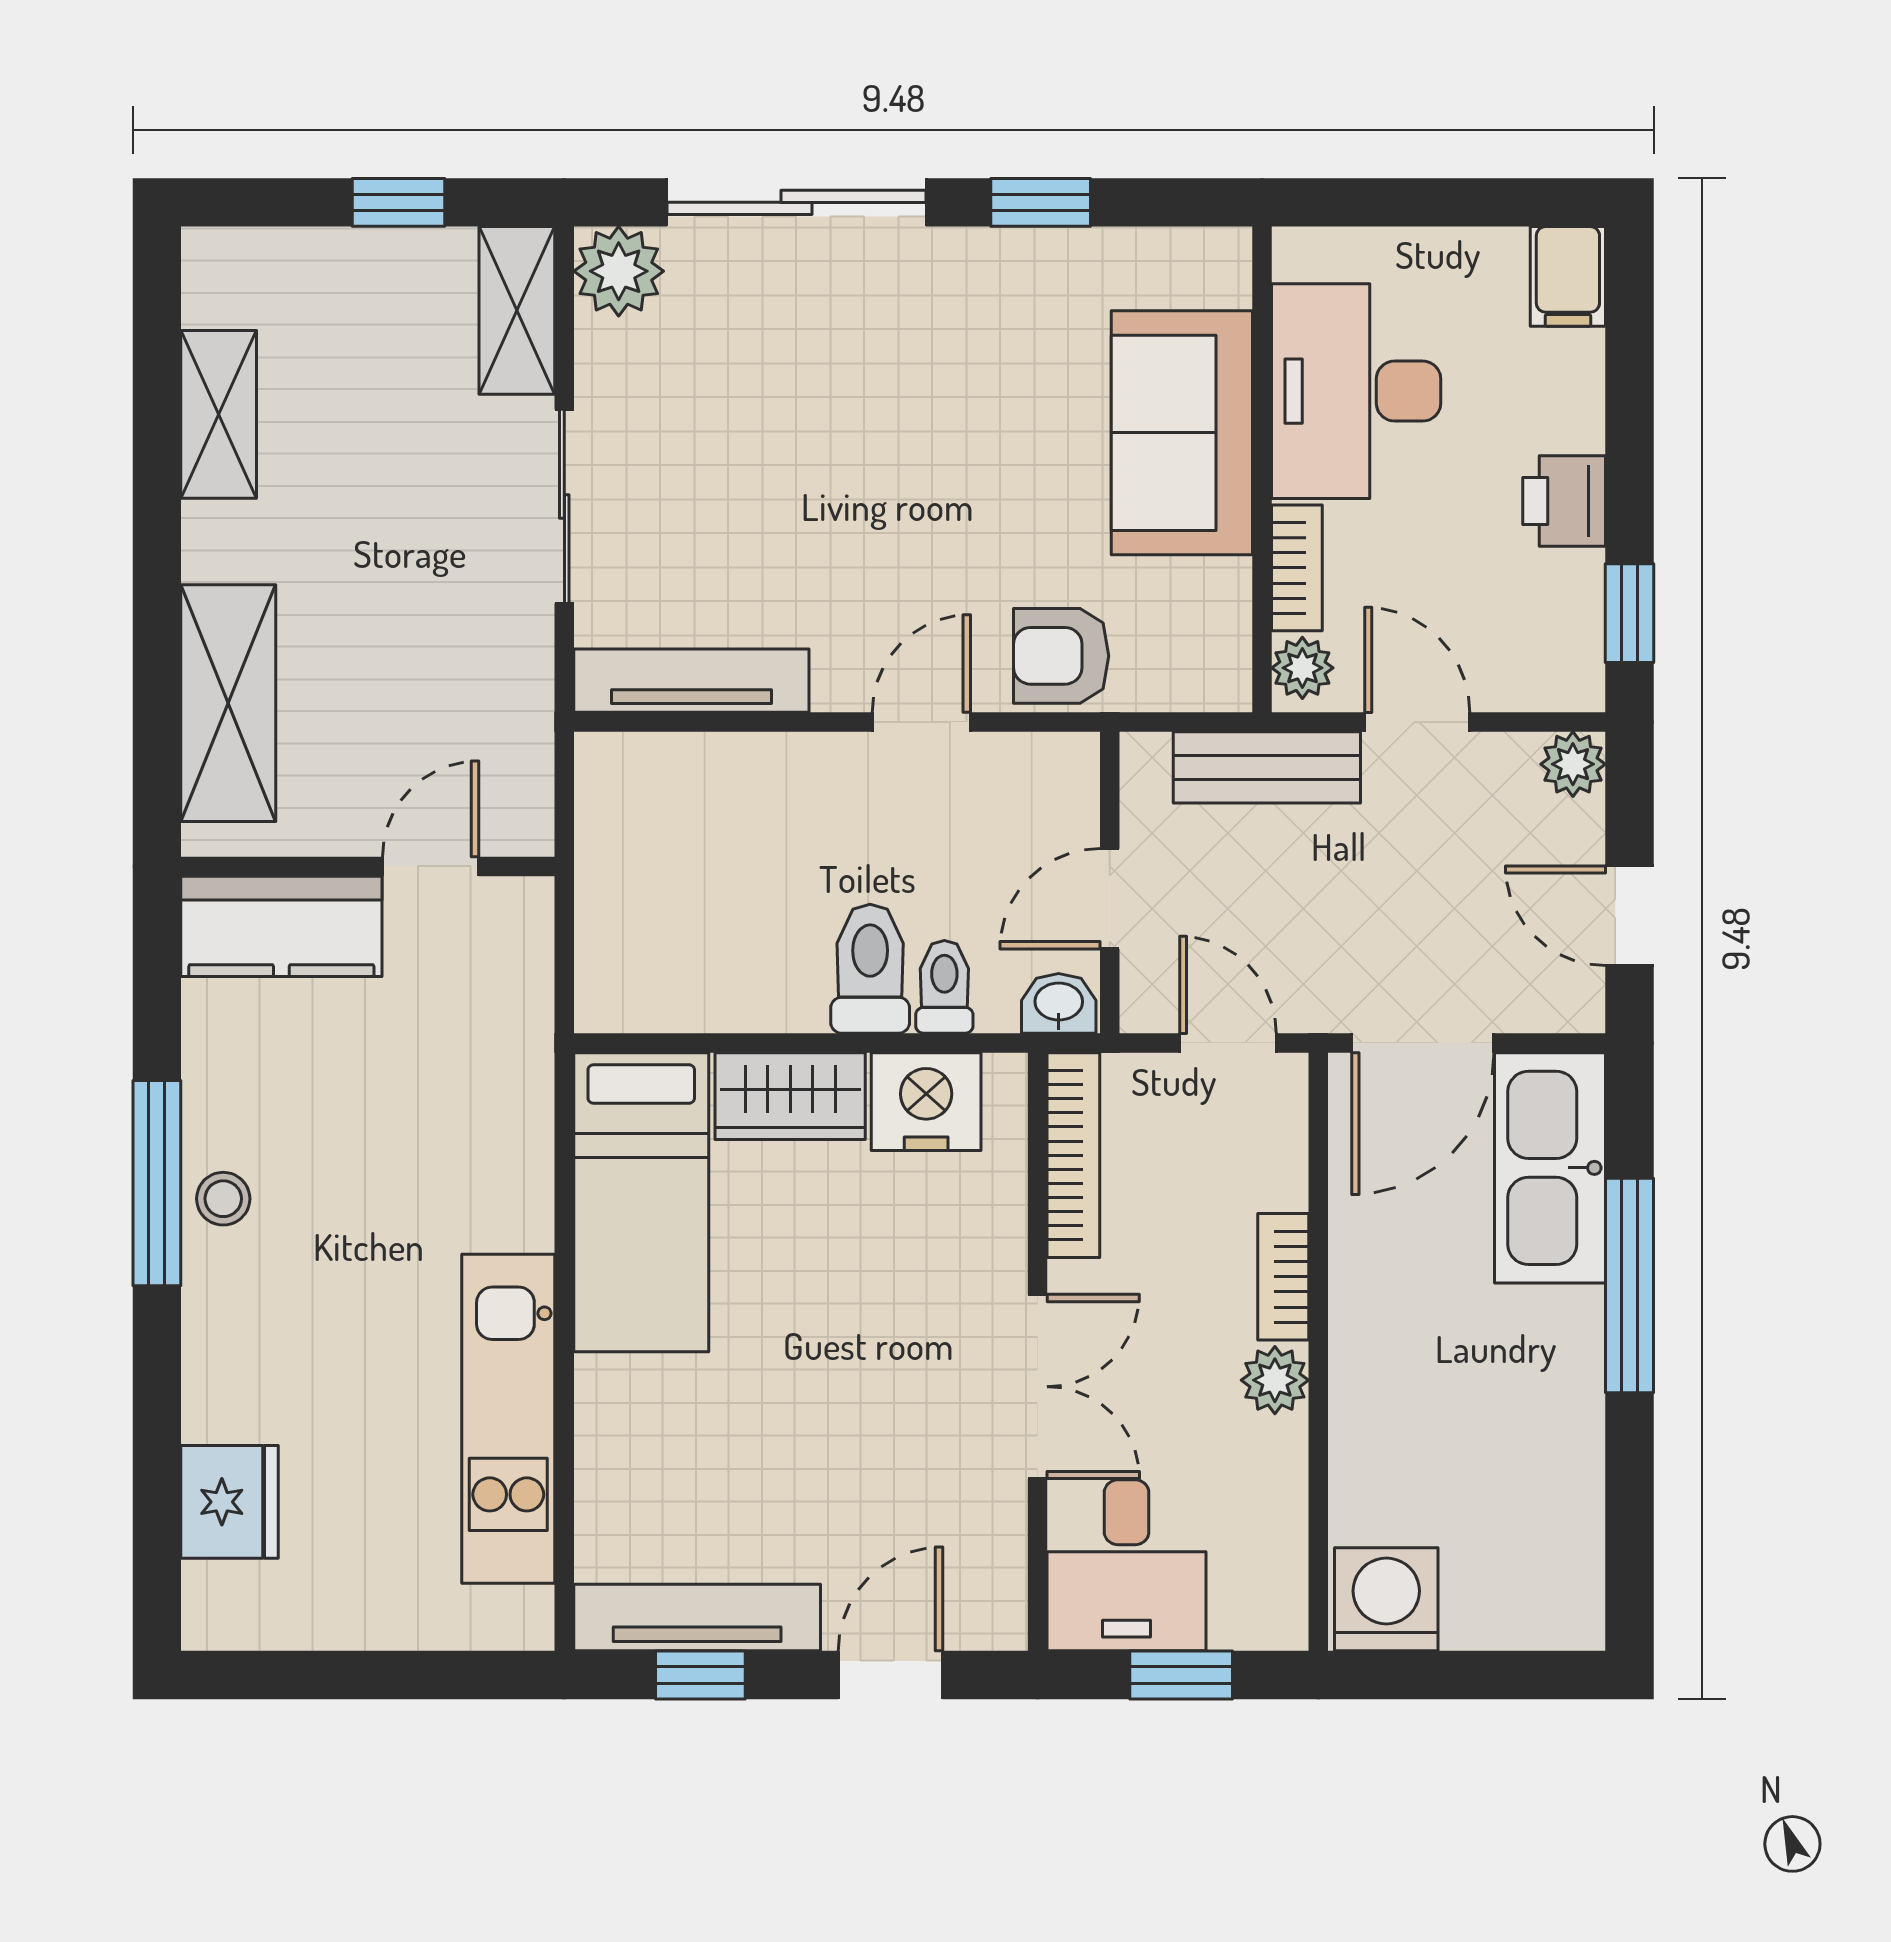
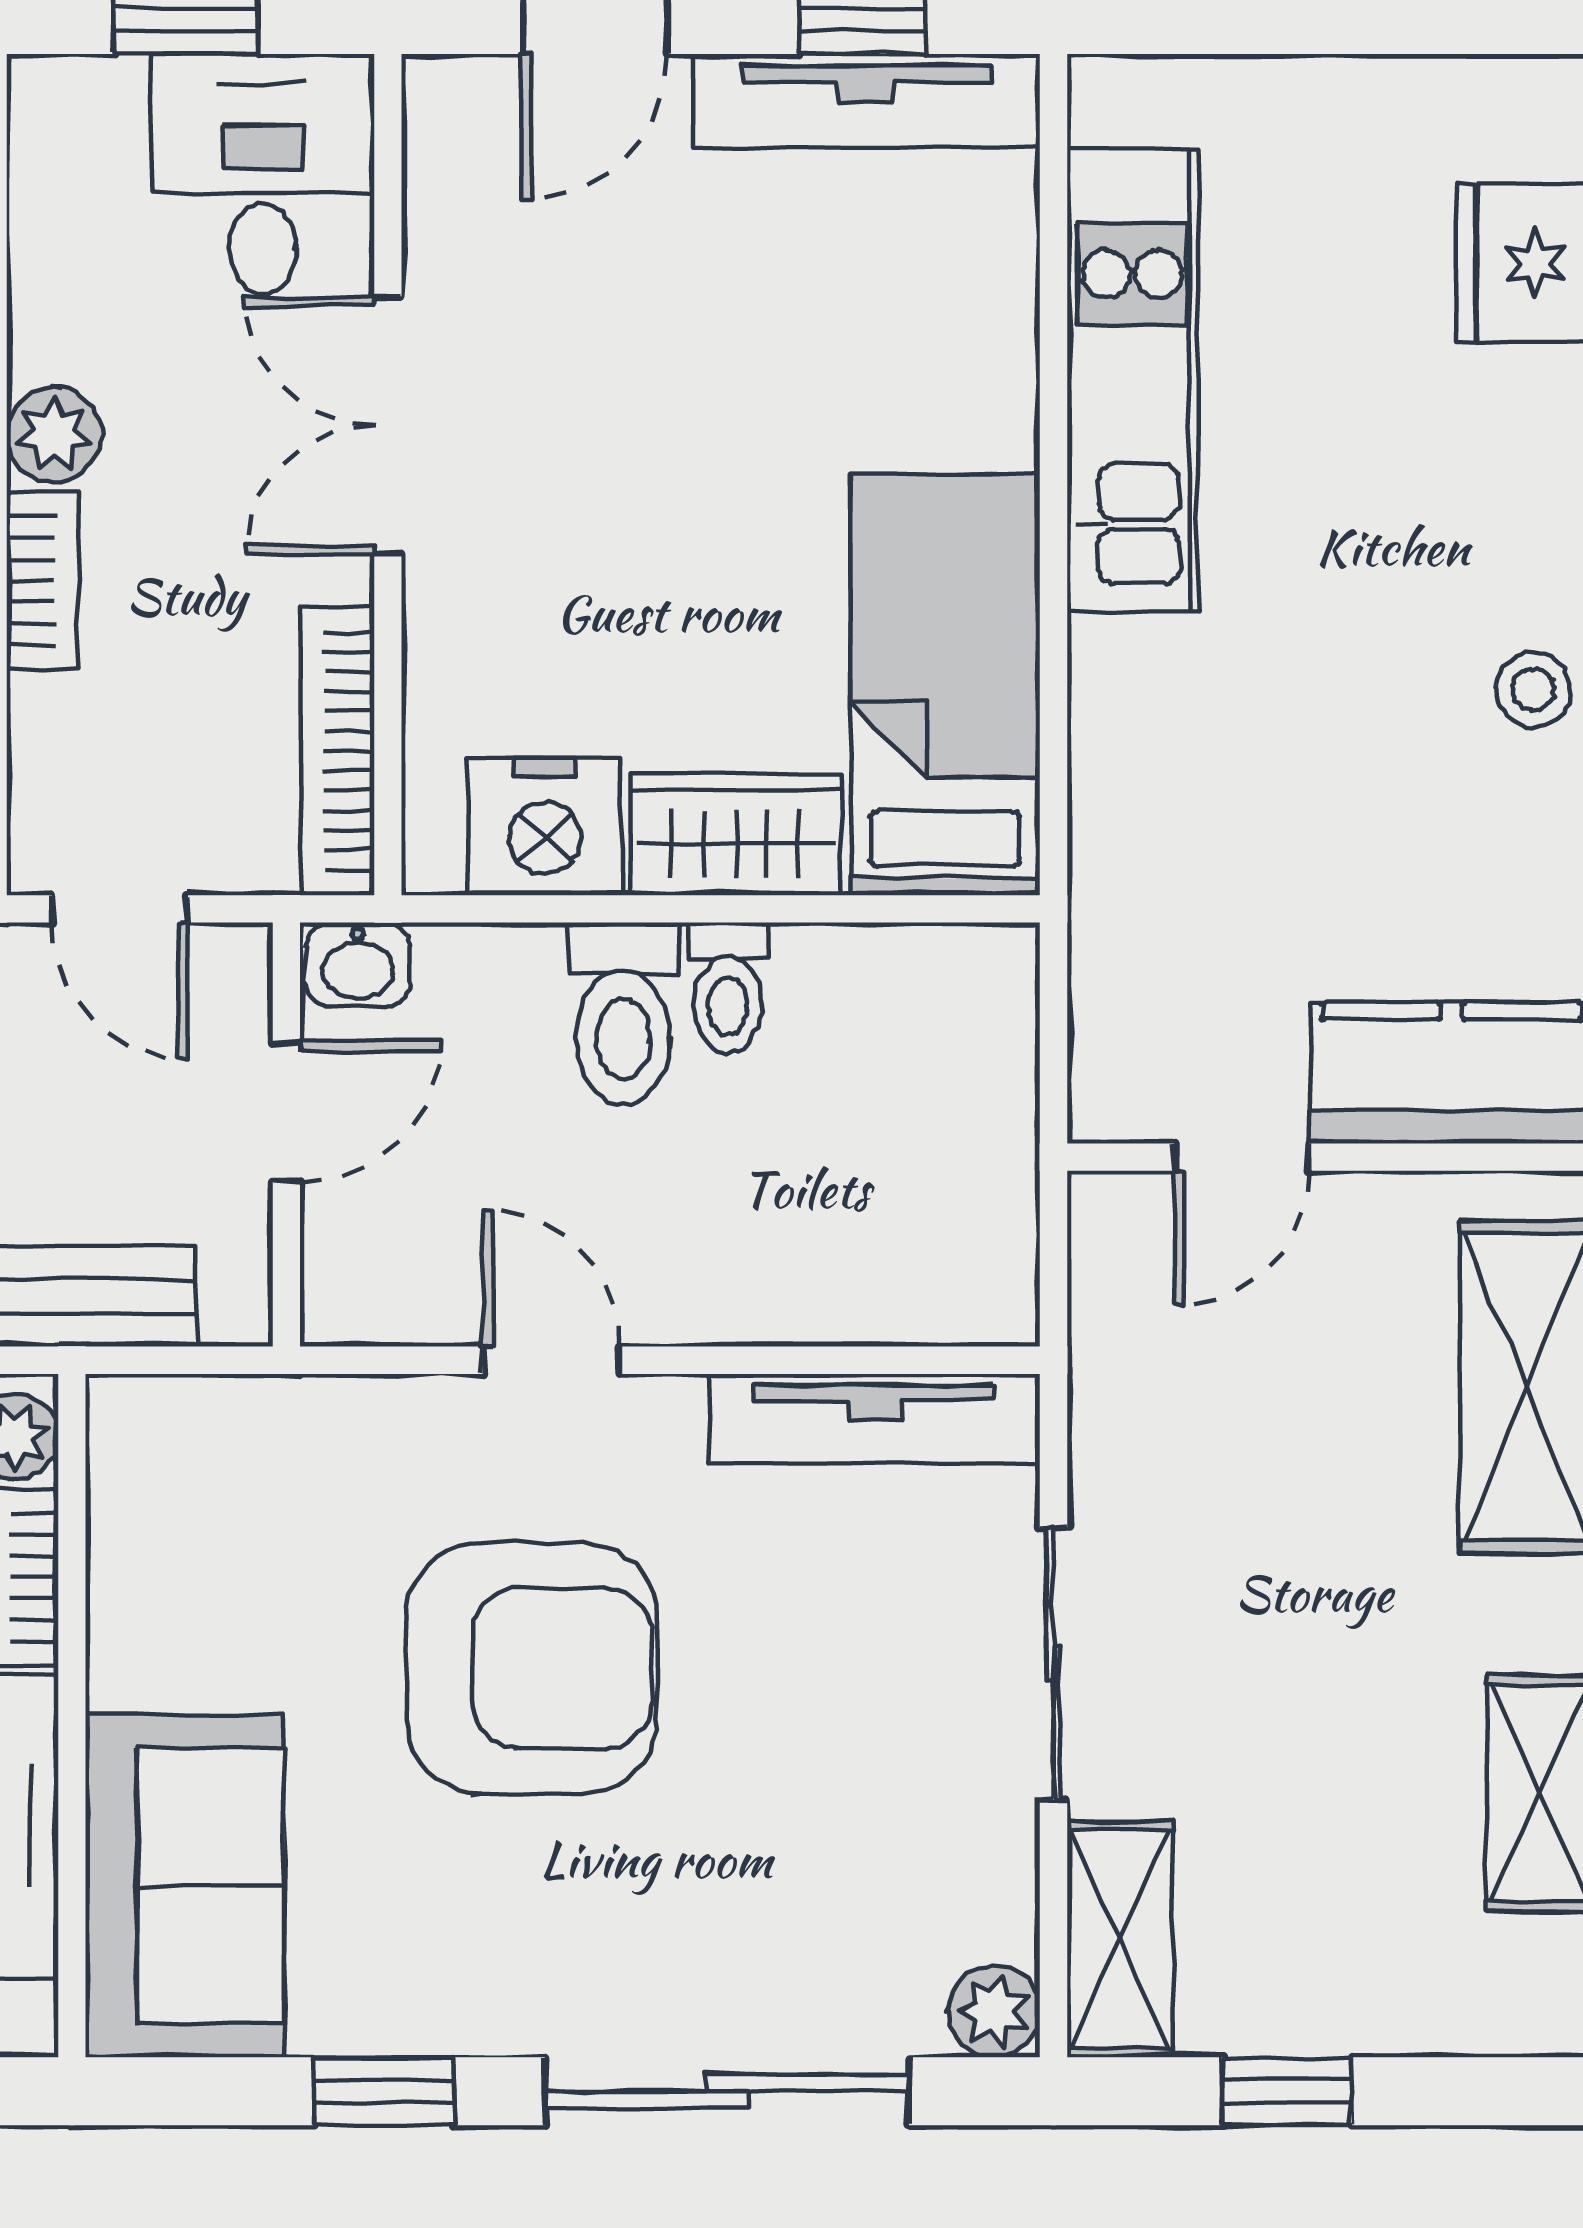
plant: (619, 271) -> (994, 2012), width x0.73, depth x0.73
sofa: (1182, 433) -> (185, 1886), moved
armchair: (1061, 656) -> (532, 1668), moved, width x1.88, depth x1.88
door: (921, 722) -> (551, 1360), swing flipped
toilet: (944, 987) -> (728, 988), moved

